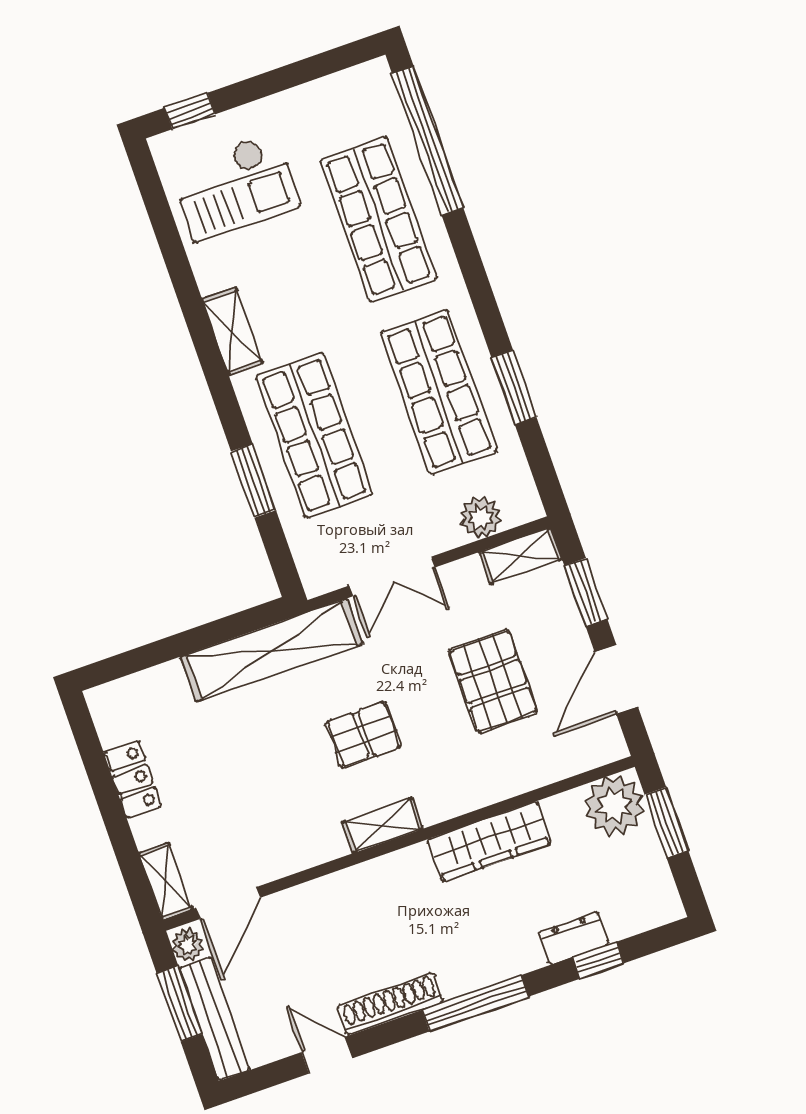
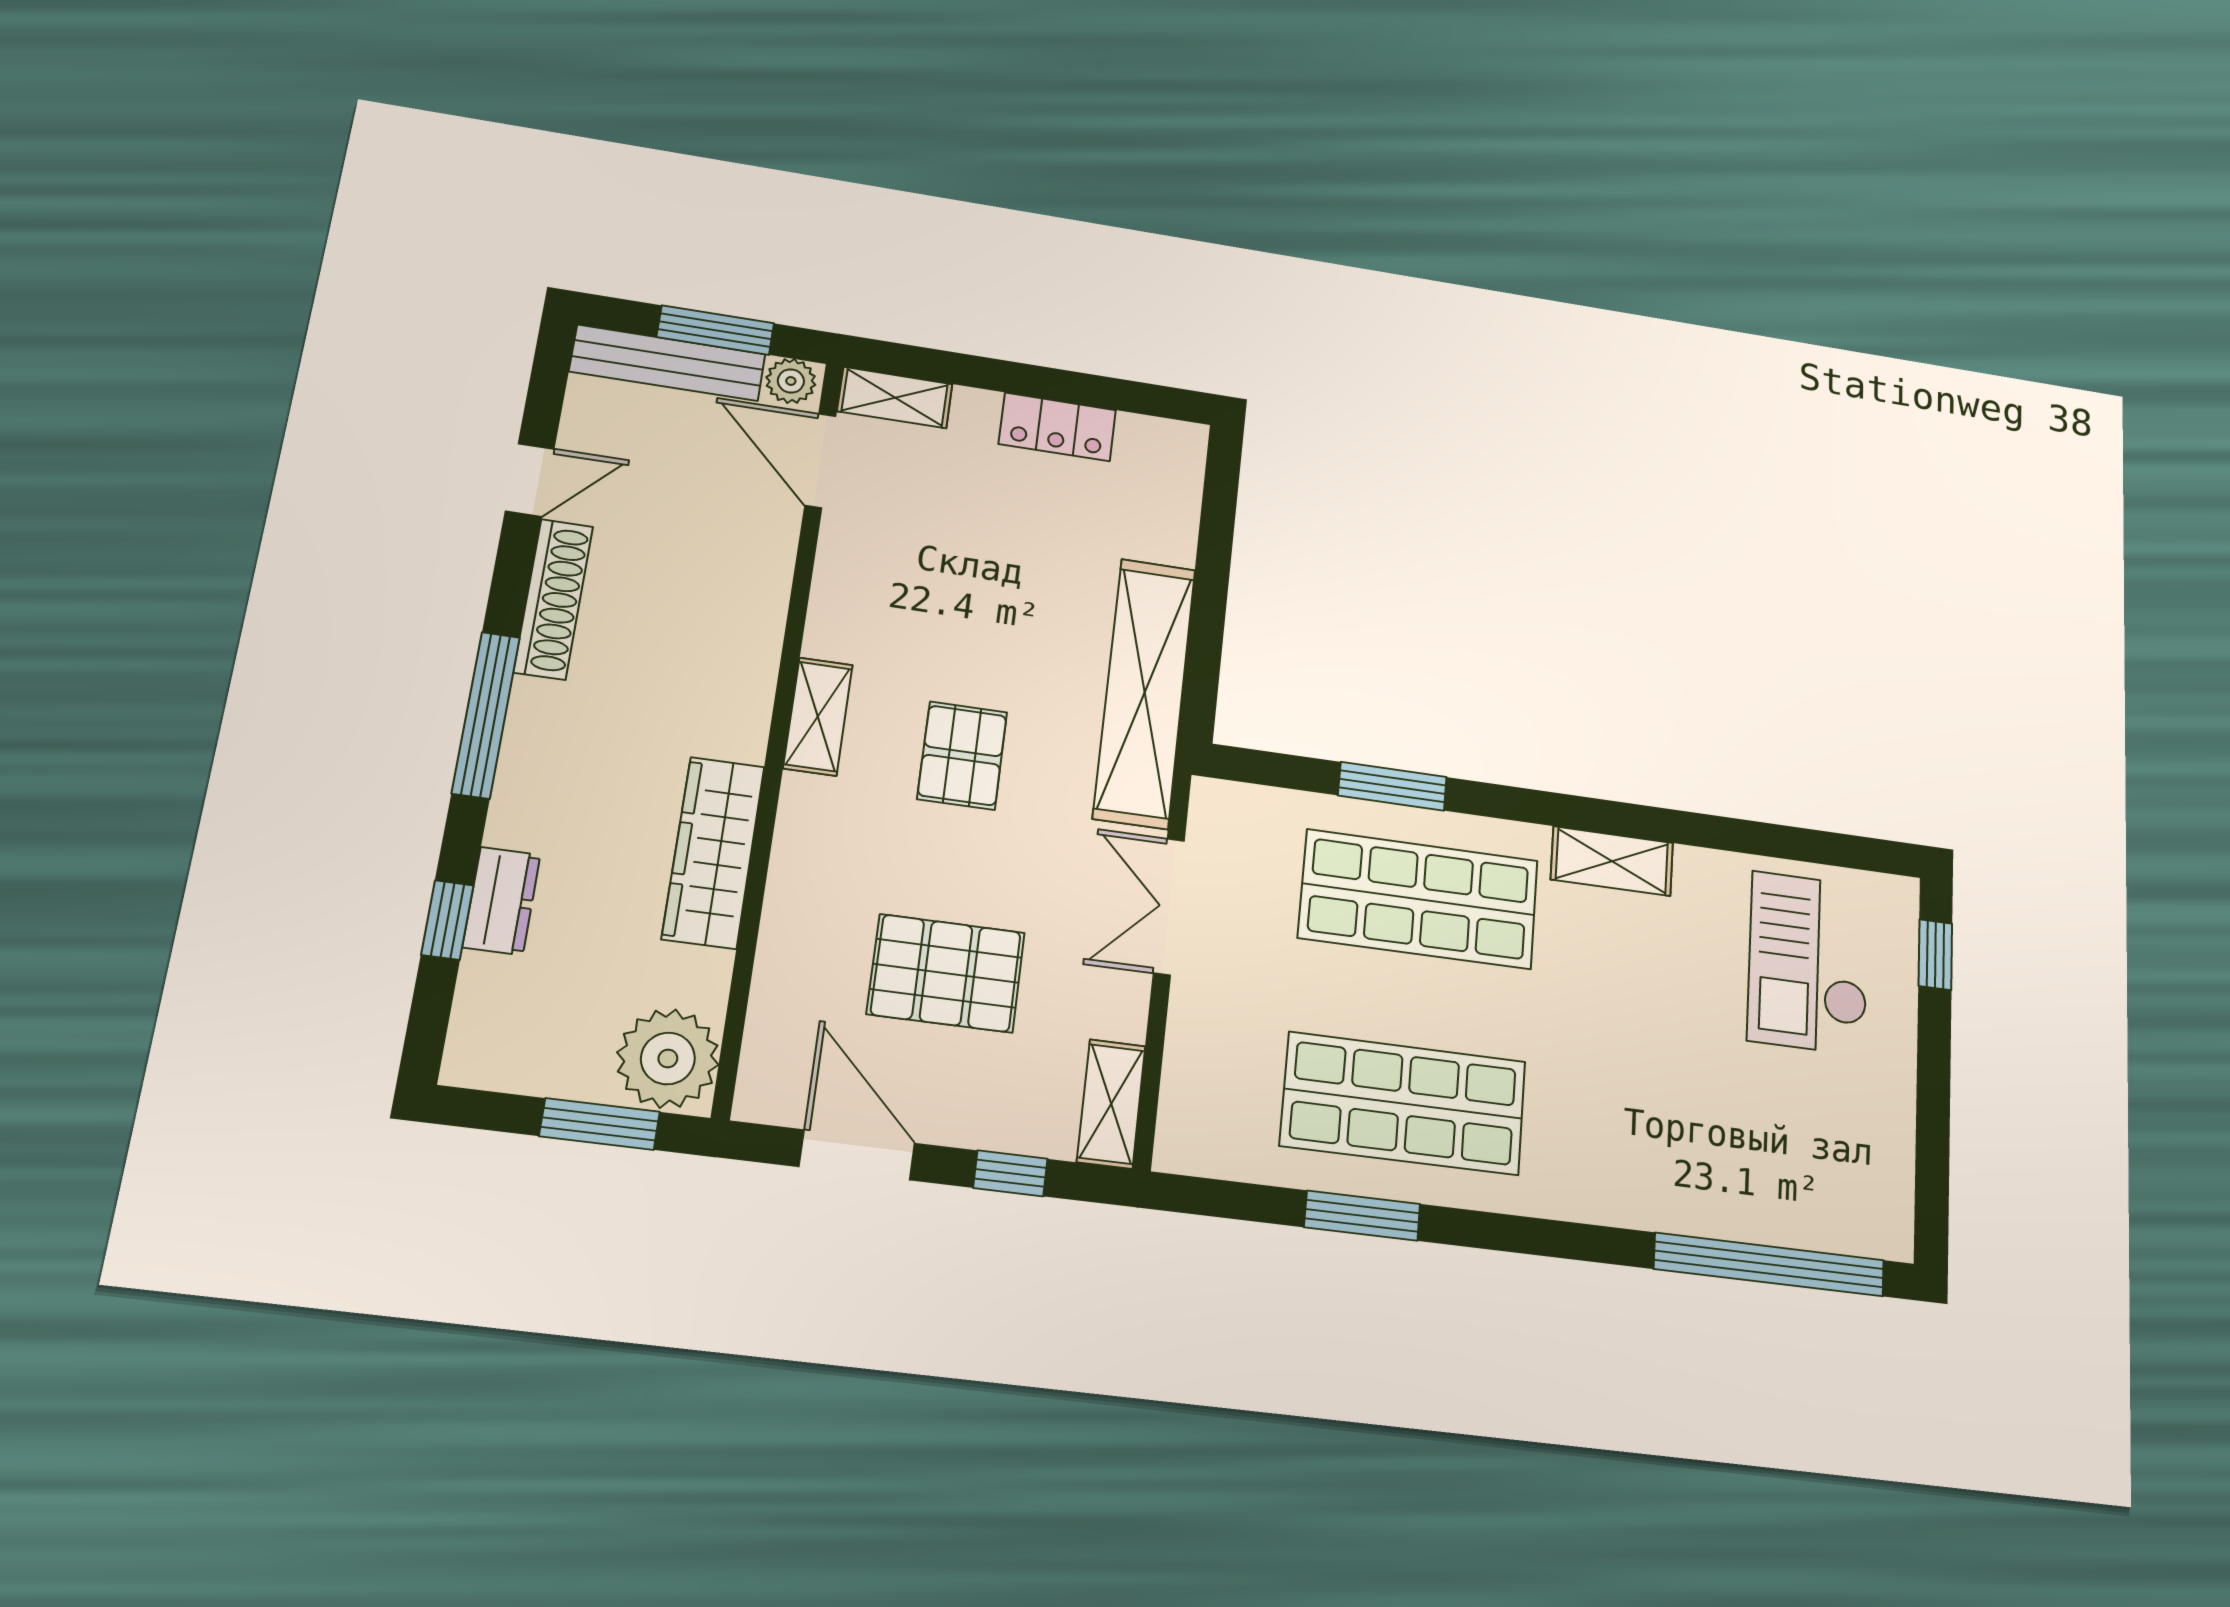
shop shelf: (379, 219) -> (1685, 1139), removed
plant: (481, 517) -> (1195, 1074), removed
window: (586, 592) -> (1010, 1173), width x0.67

